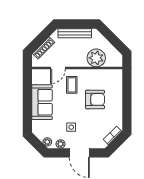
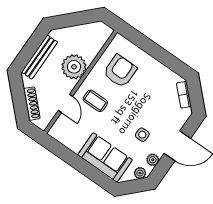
plant: (96, 58) -> (74, 67), moved
armchair: (95, 99) -> (120, 71), moved
sofa: (42, 102) -> (105, 157), moved

